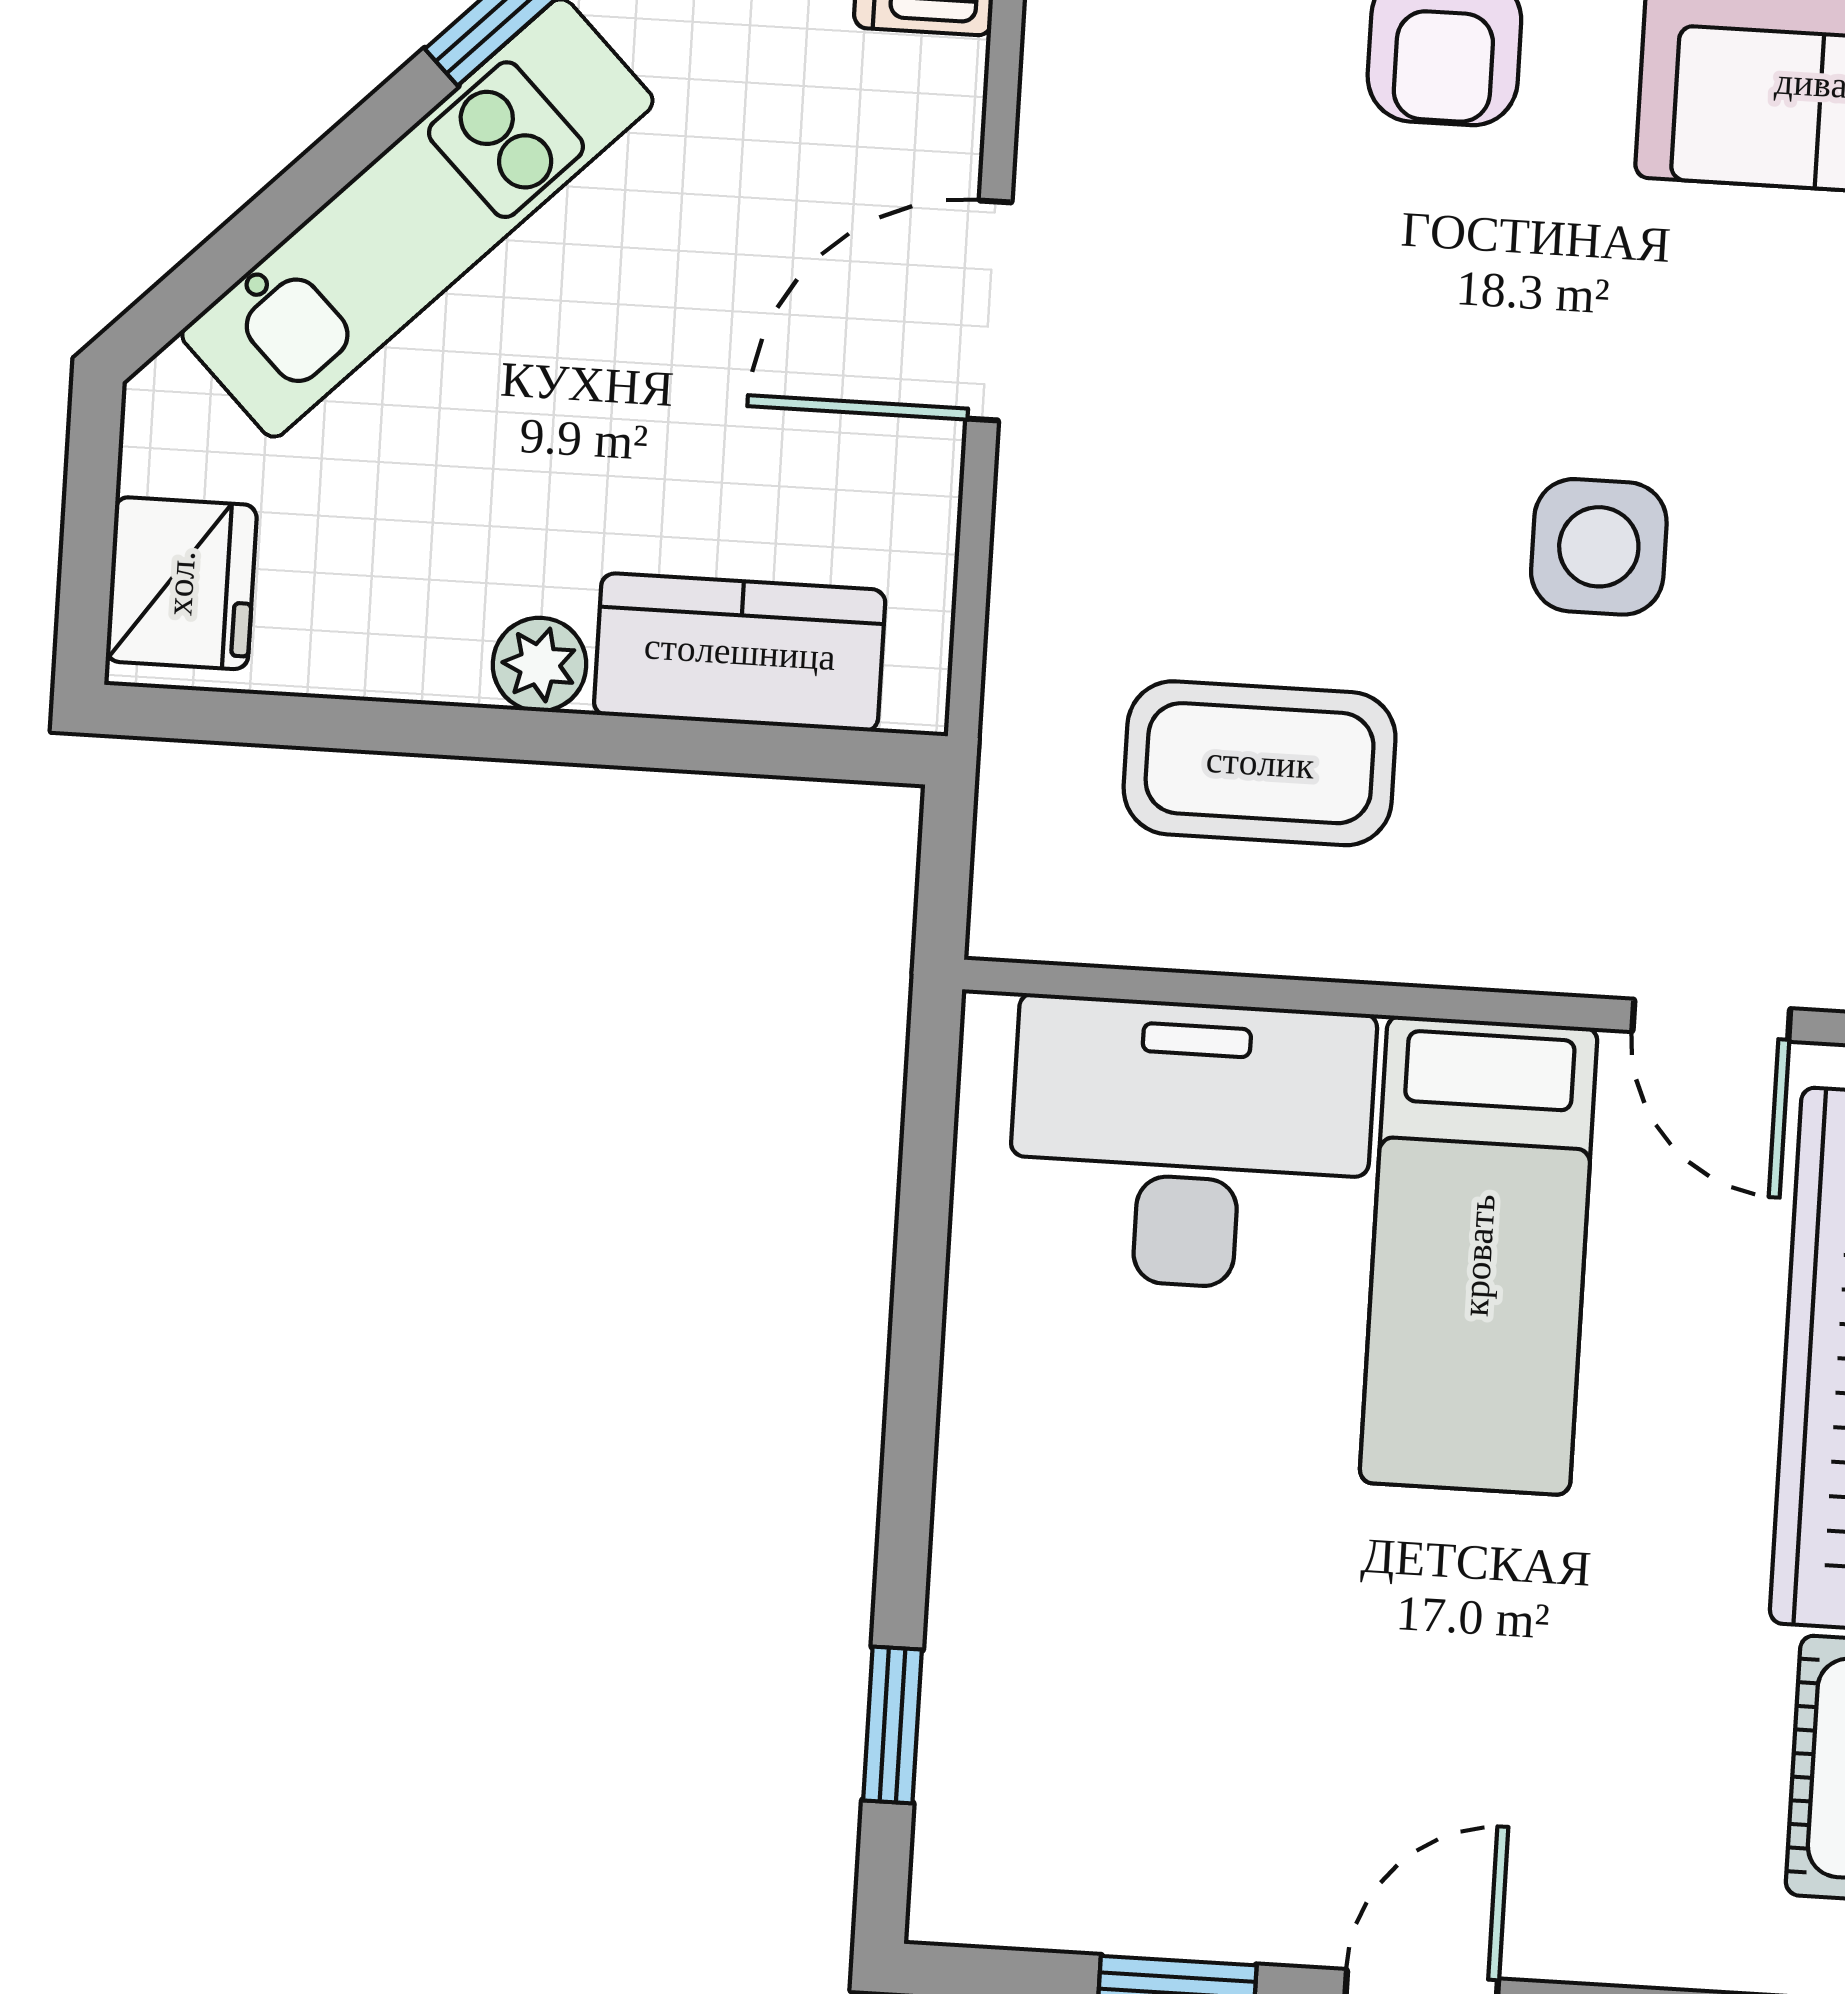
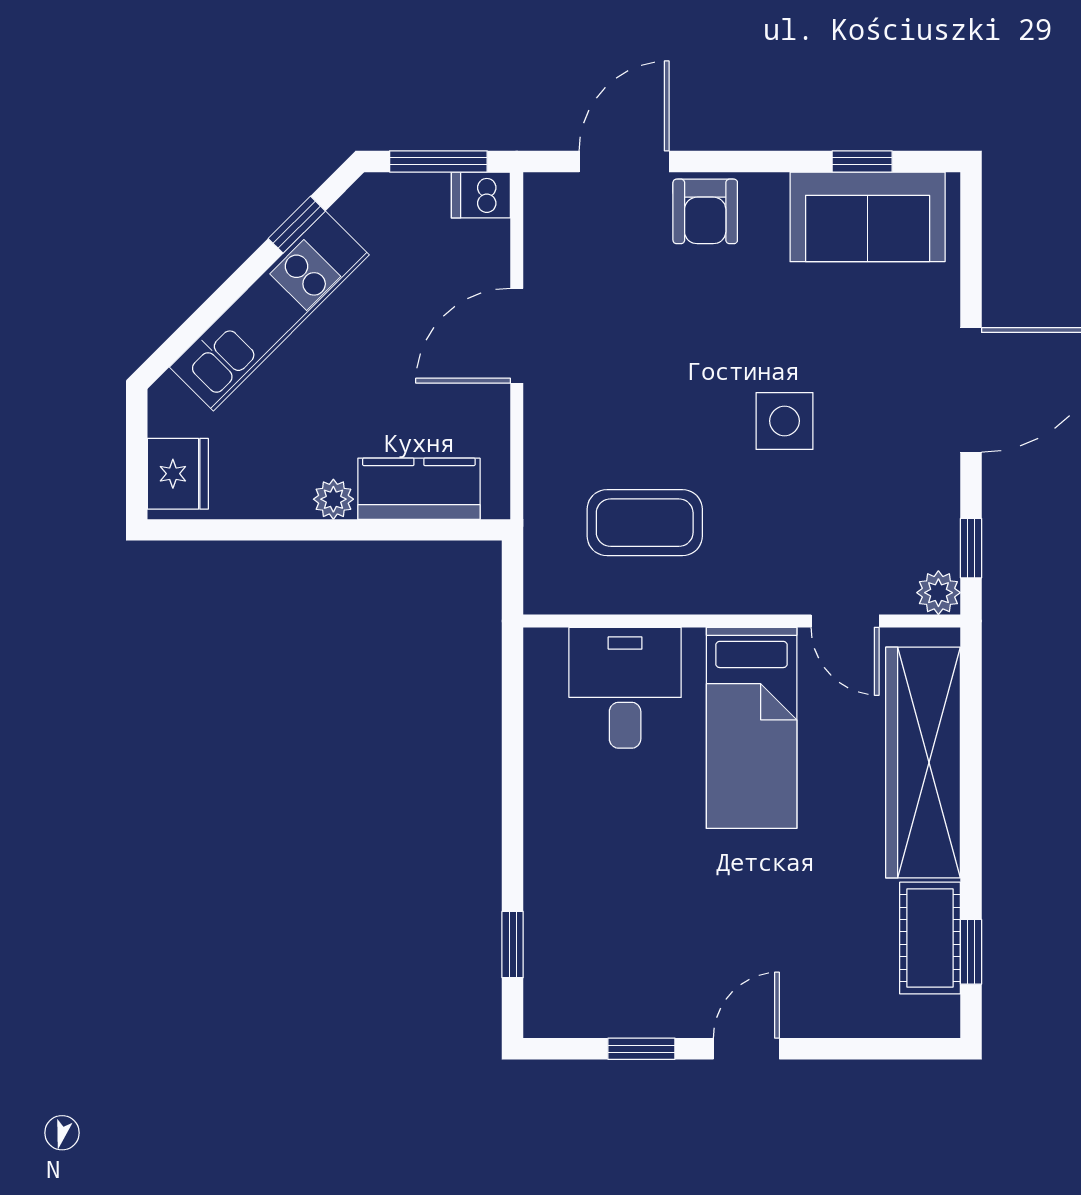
desk: (1190, 1144) -> (625, 688), width x0.73

